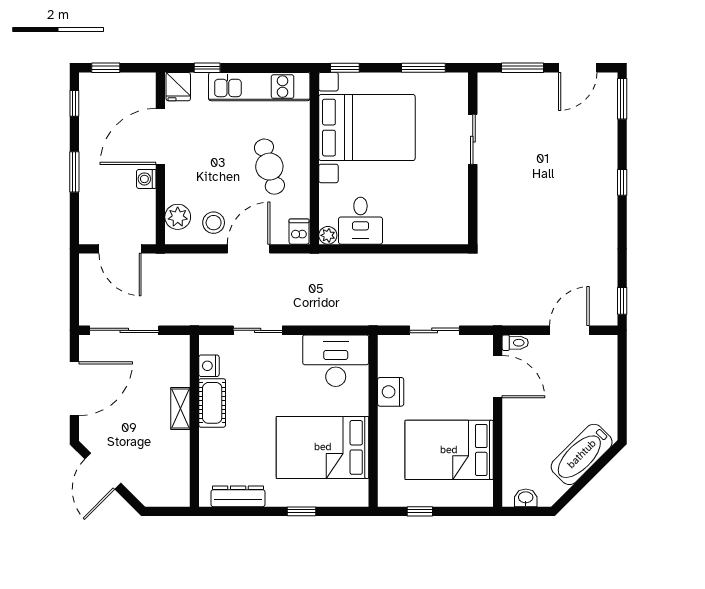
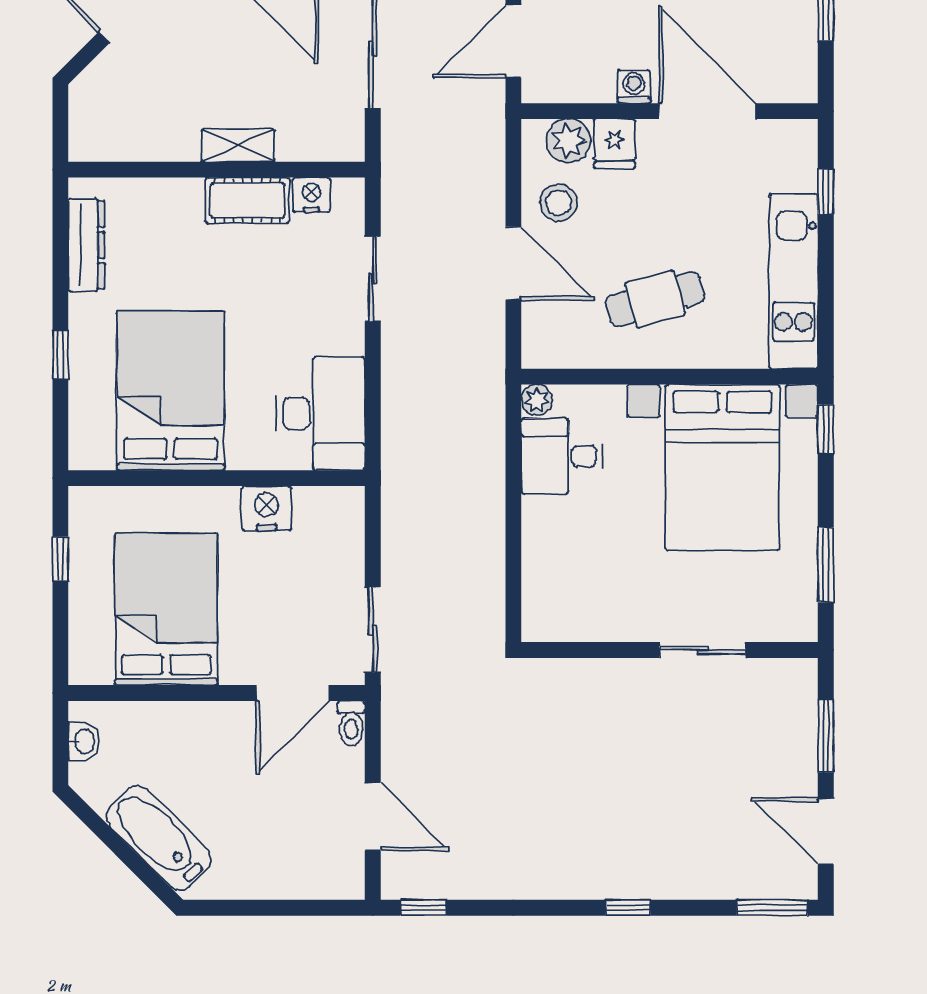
fridge: (178, 87) -> (614, 144), moved, turned -90
dishwasher: (299, 232) -> (543, 350), removed
sliding door: (435, 330) -> (373, 630), moved

